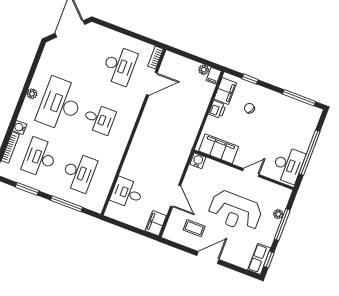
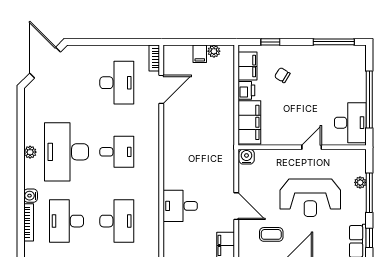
filing cabinet: (214, 76) -> (200, 54), moved
filing cabinet: (219, 149) -> (249, 122), moved, turned 90
desk: (127, 193) -> (180, 206), moved

